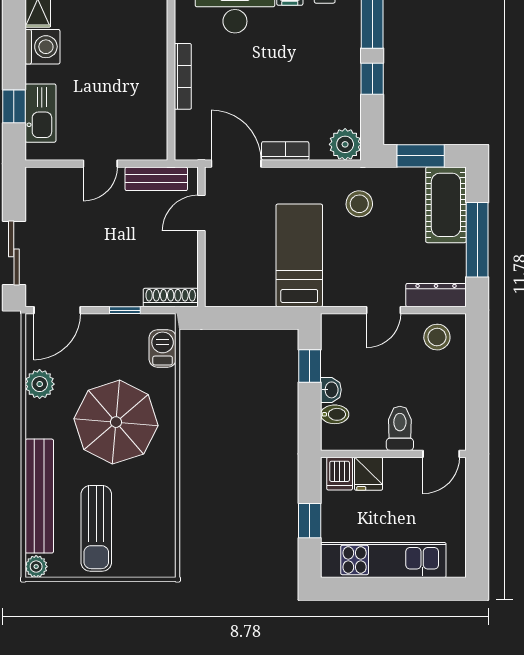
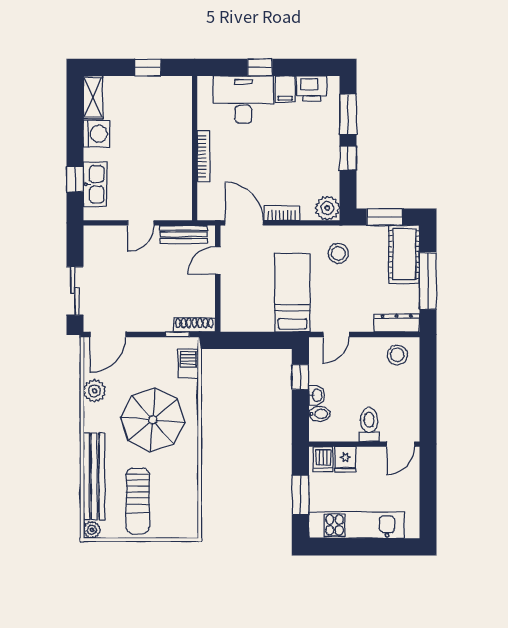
window: (125, 310) -> (177, 334), moved
door: (383, 310) -> (336, 334), moved
window: (310, 521) -> (300, 495), width x1.50

